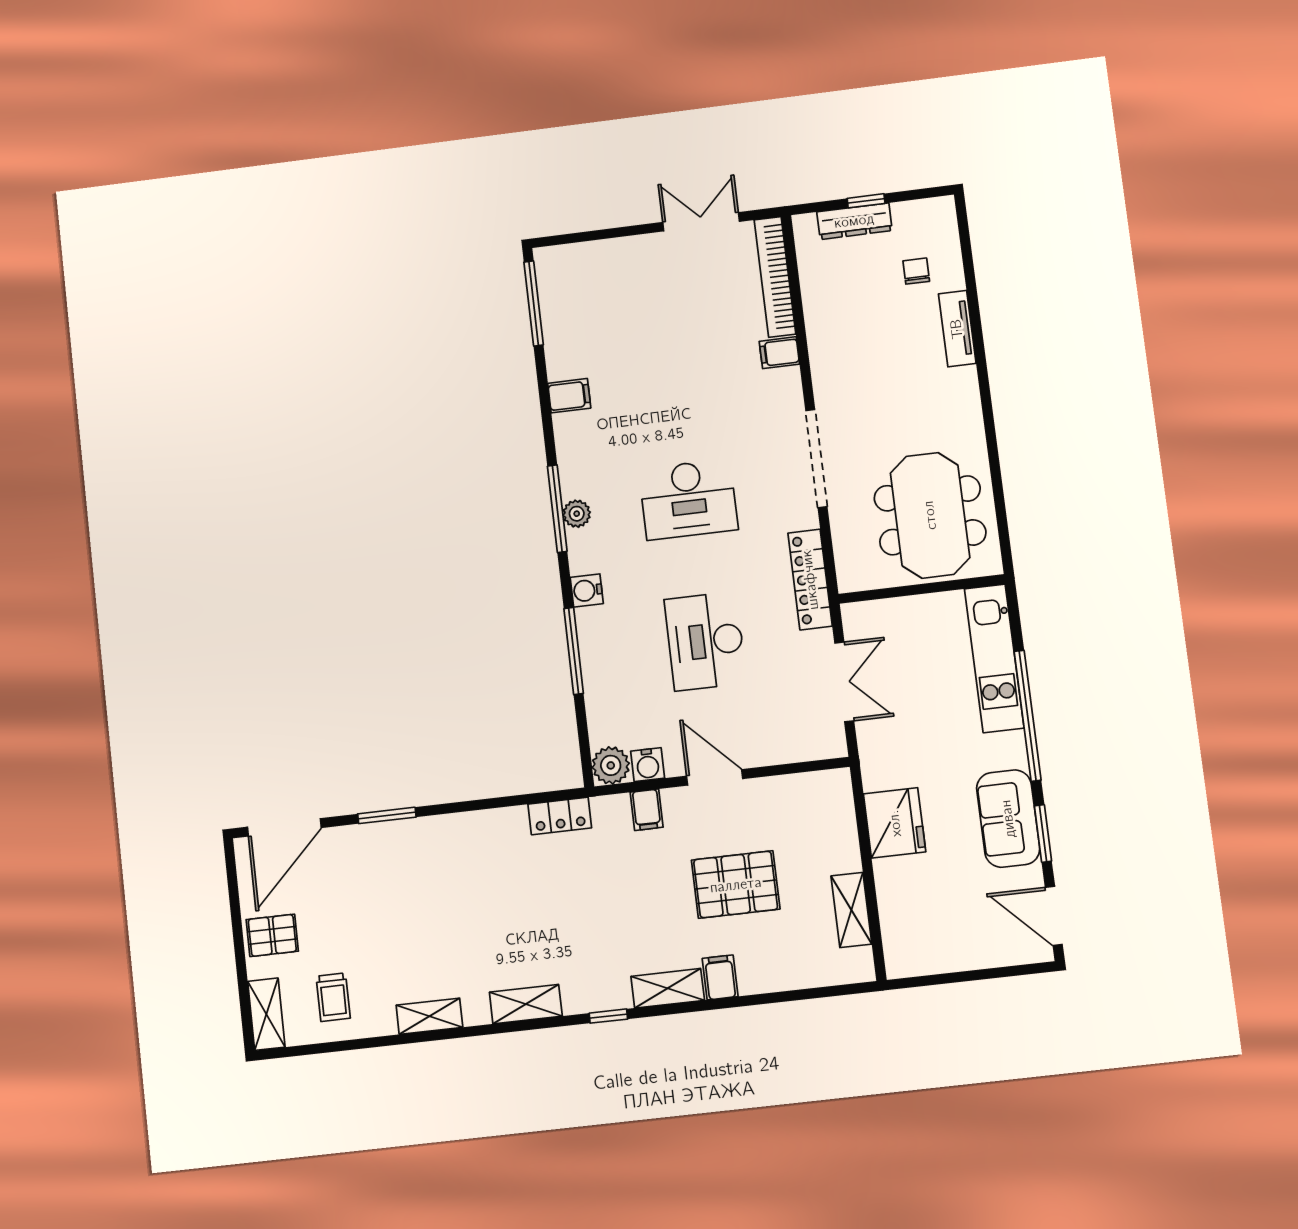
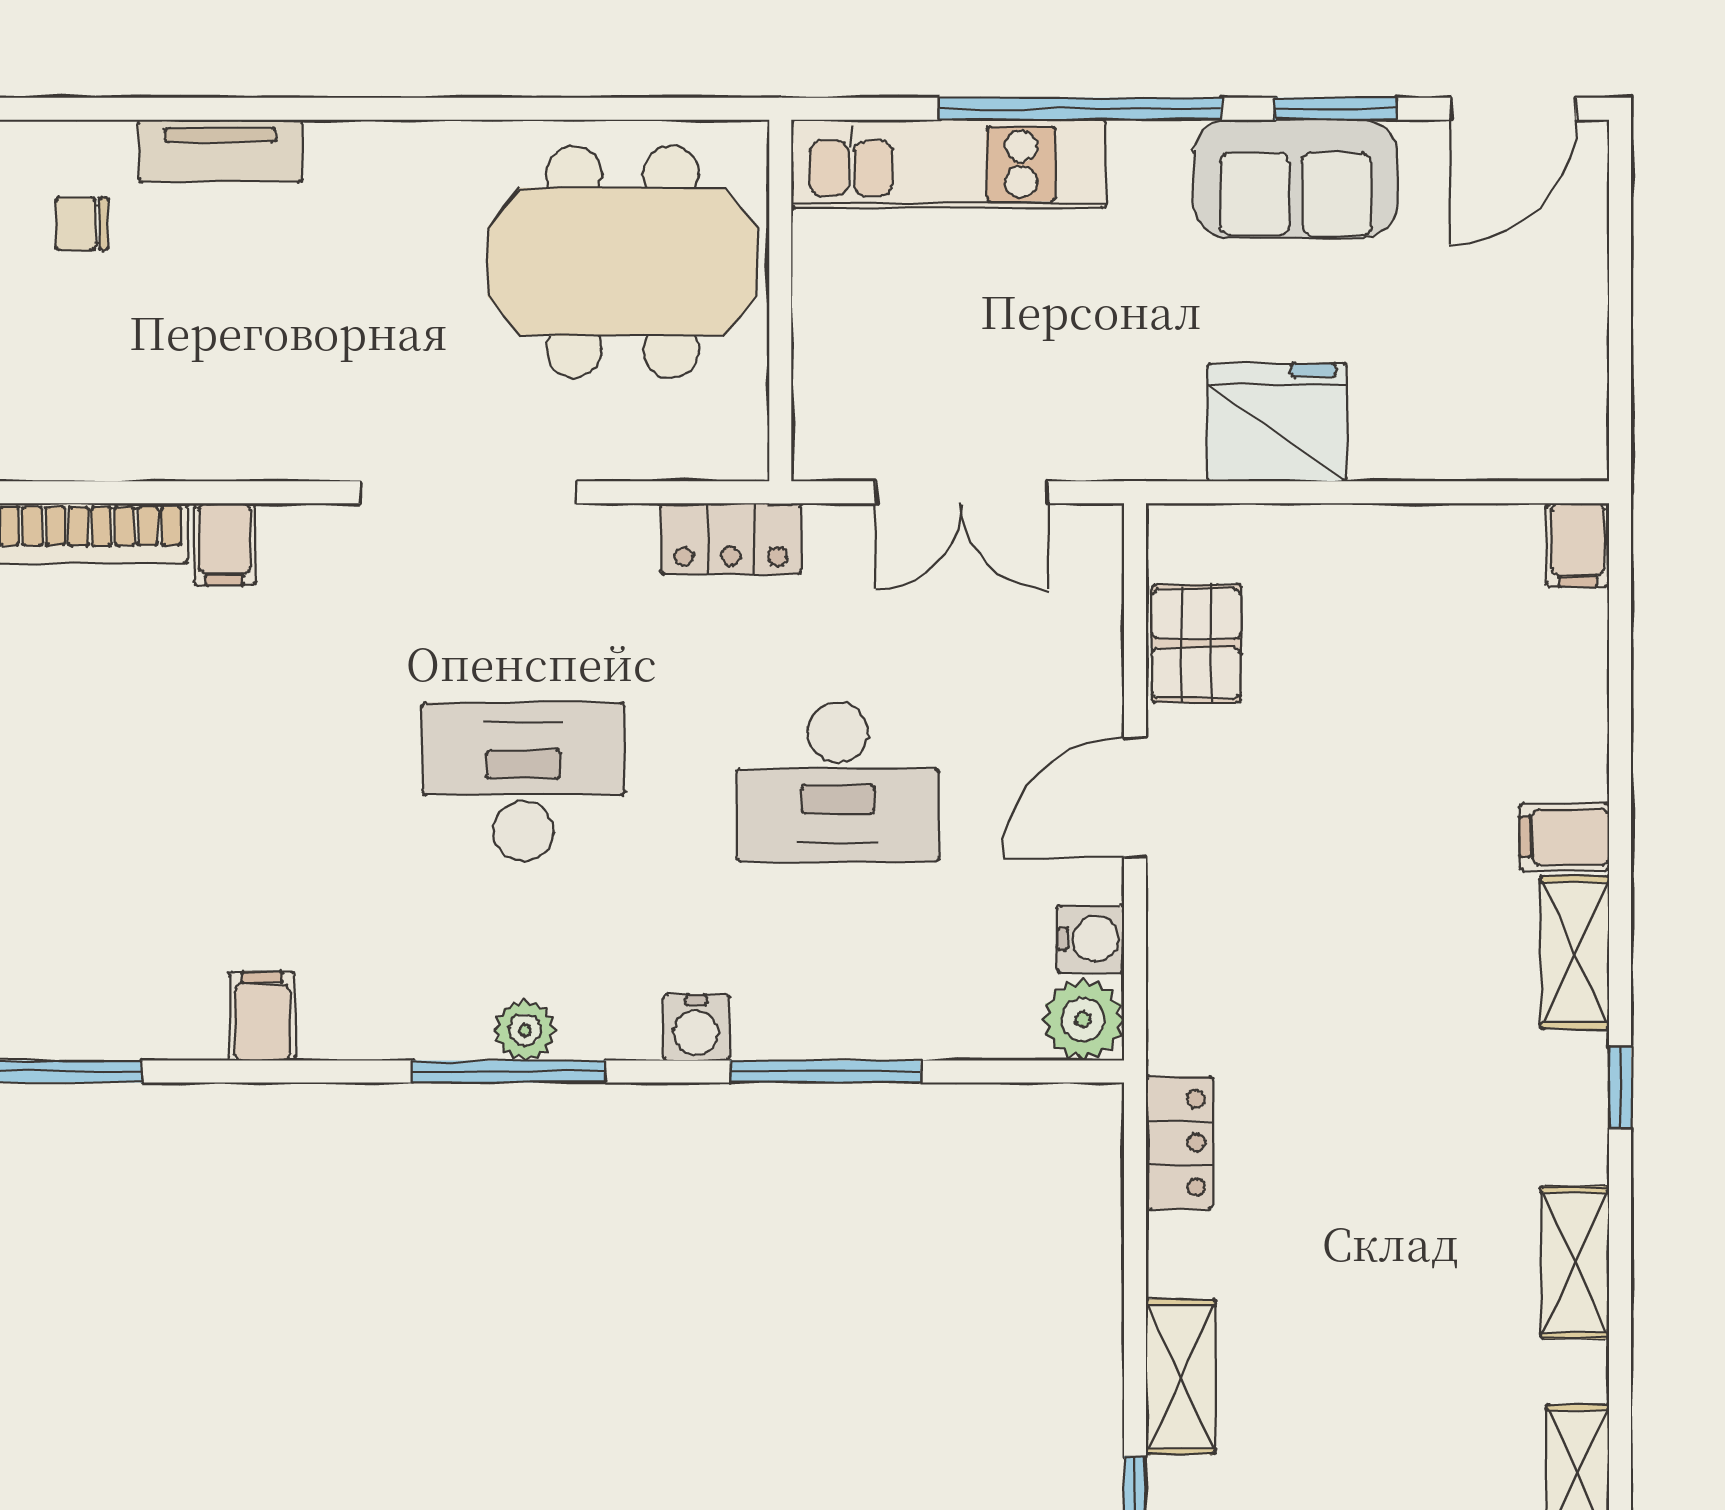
desk: (688, 499) -> (523, 782), turned -90
locker: (810, 580) -> (731, 539), width x0.66
double door: (844, 682) -> (962, 492), swing flipped
filing cabinet: (647, 810) -> (1578, 545), moved, turned 90
pallet: (736, 885) -> (1196, 644), moved, width x0.67, depth x0.71
shelving: (851, 910) -> (1181, 1377), moved, turned 90

